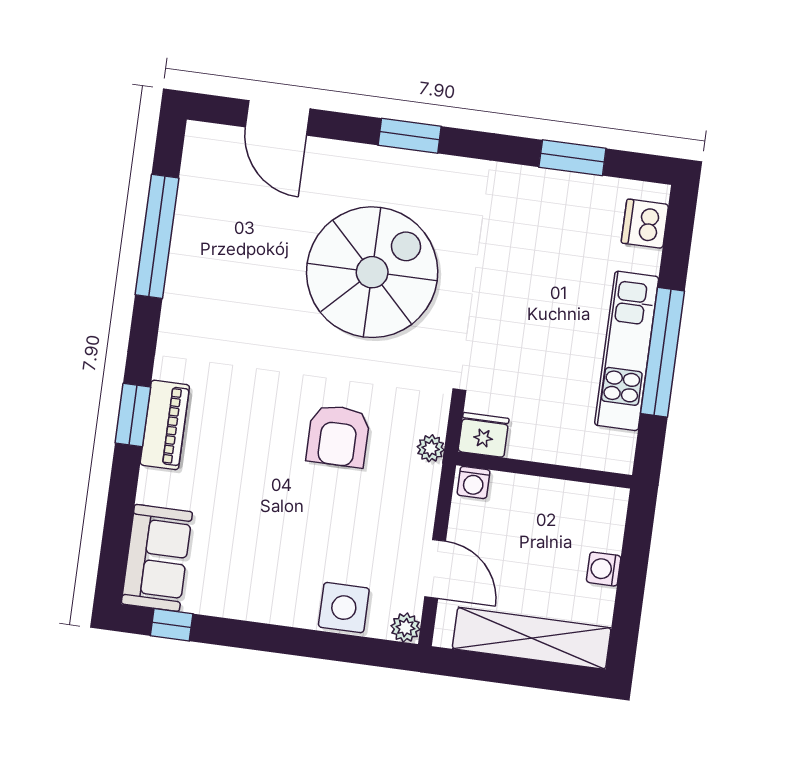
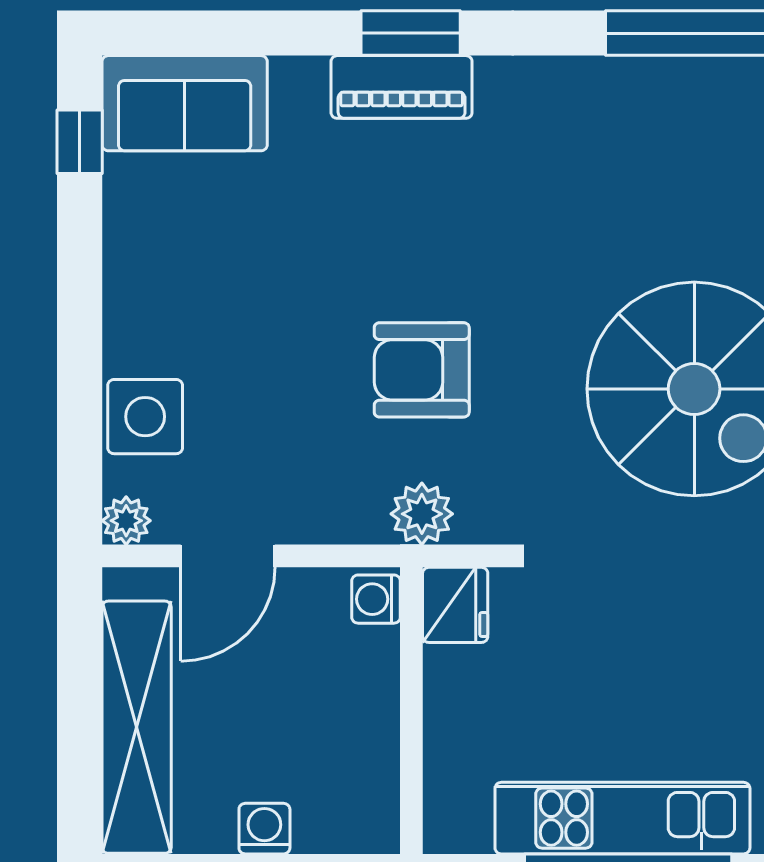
plant: (431, 448) -> (422, 514), width x1.38, depth x1.38

